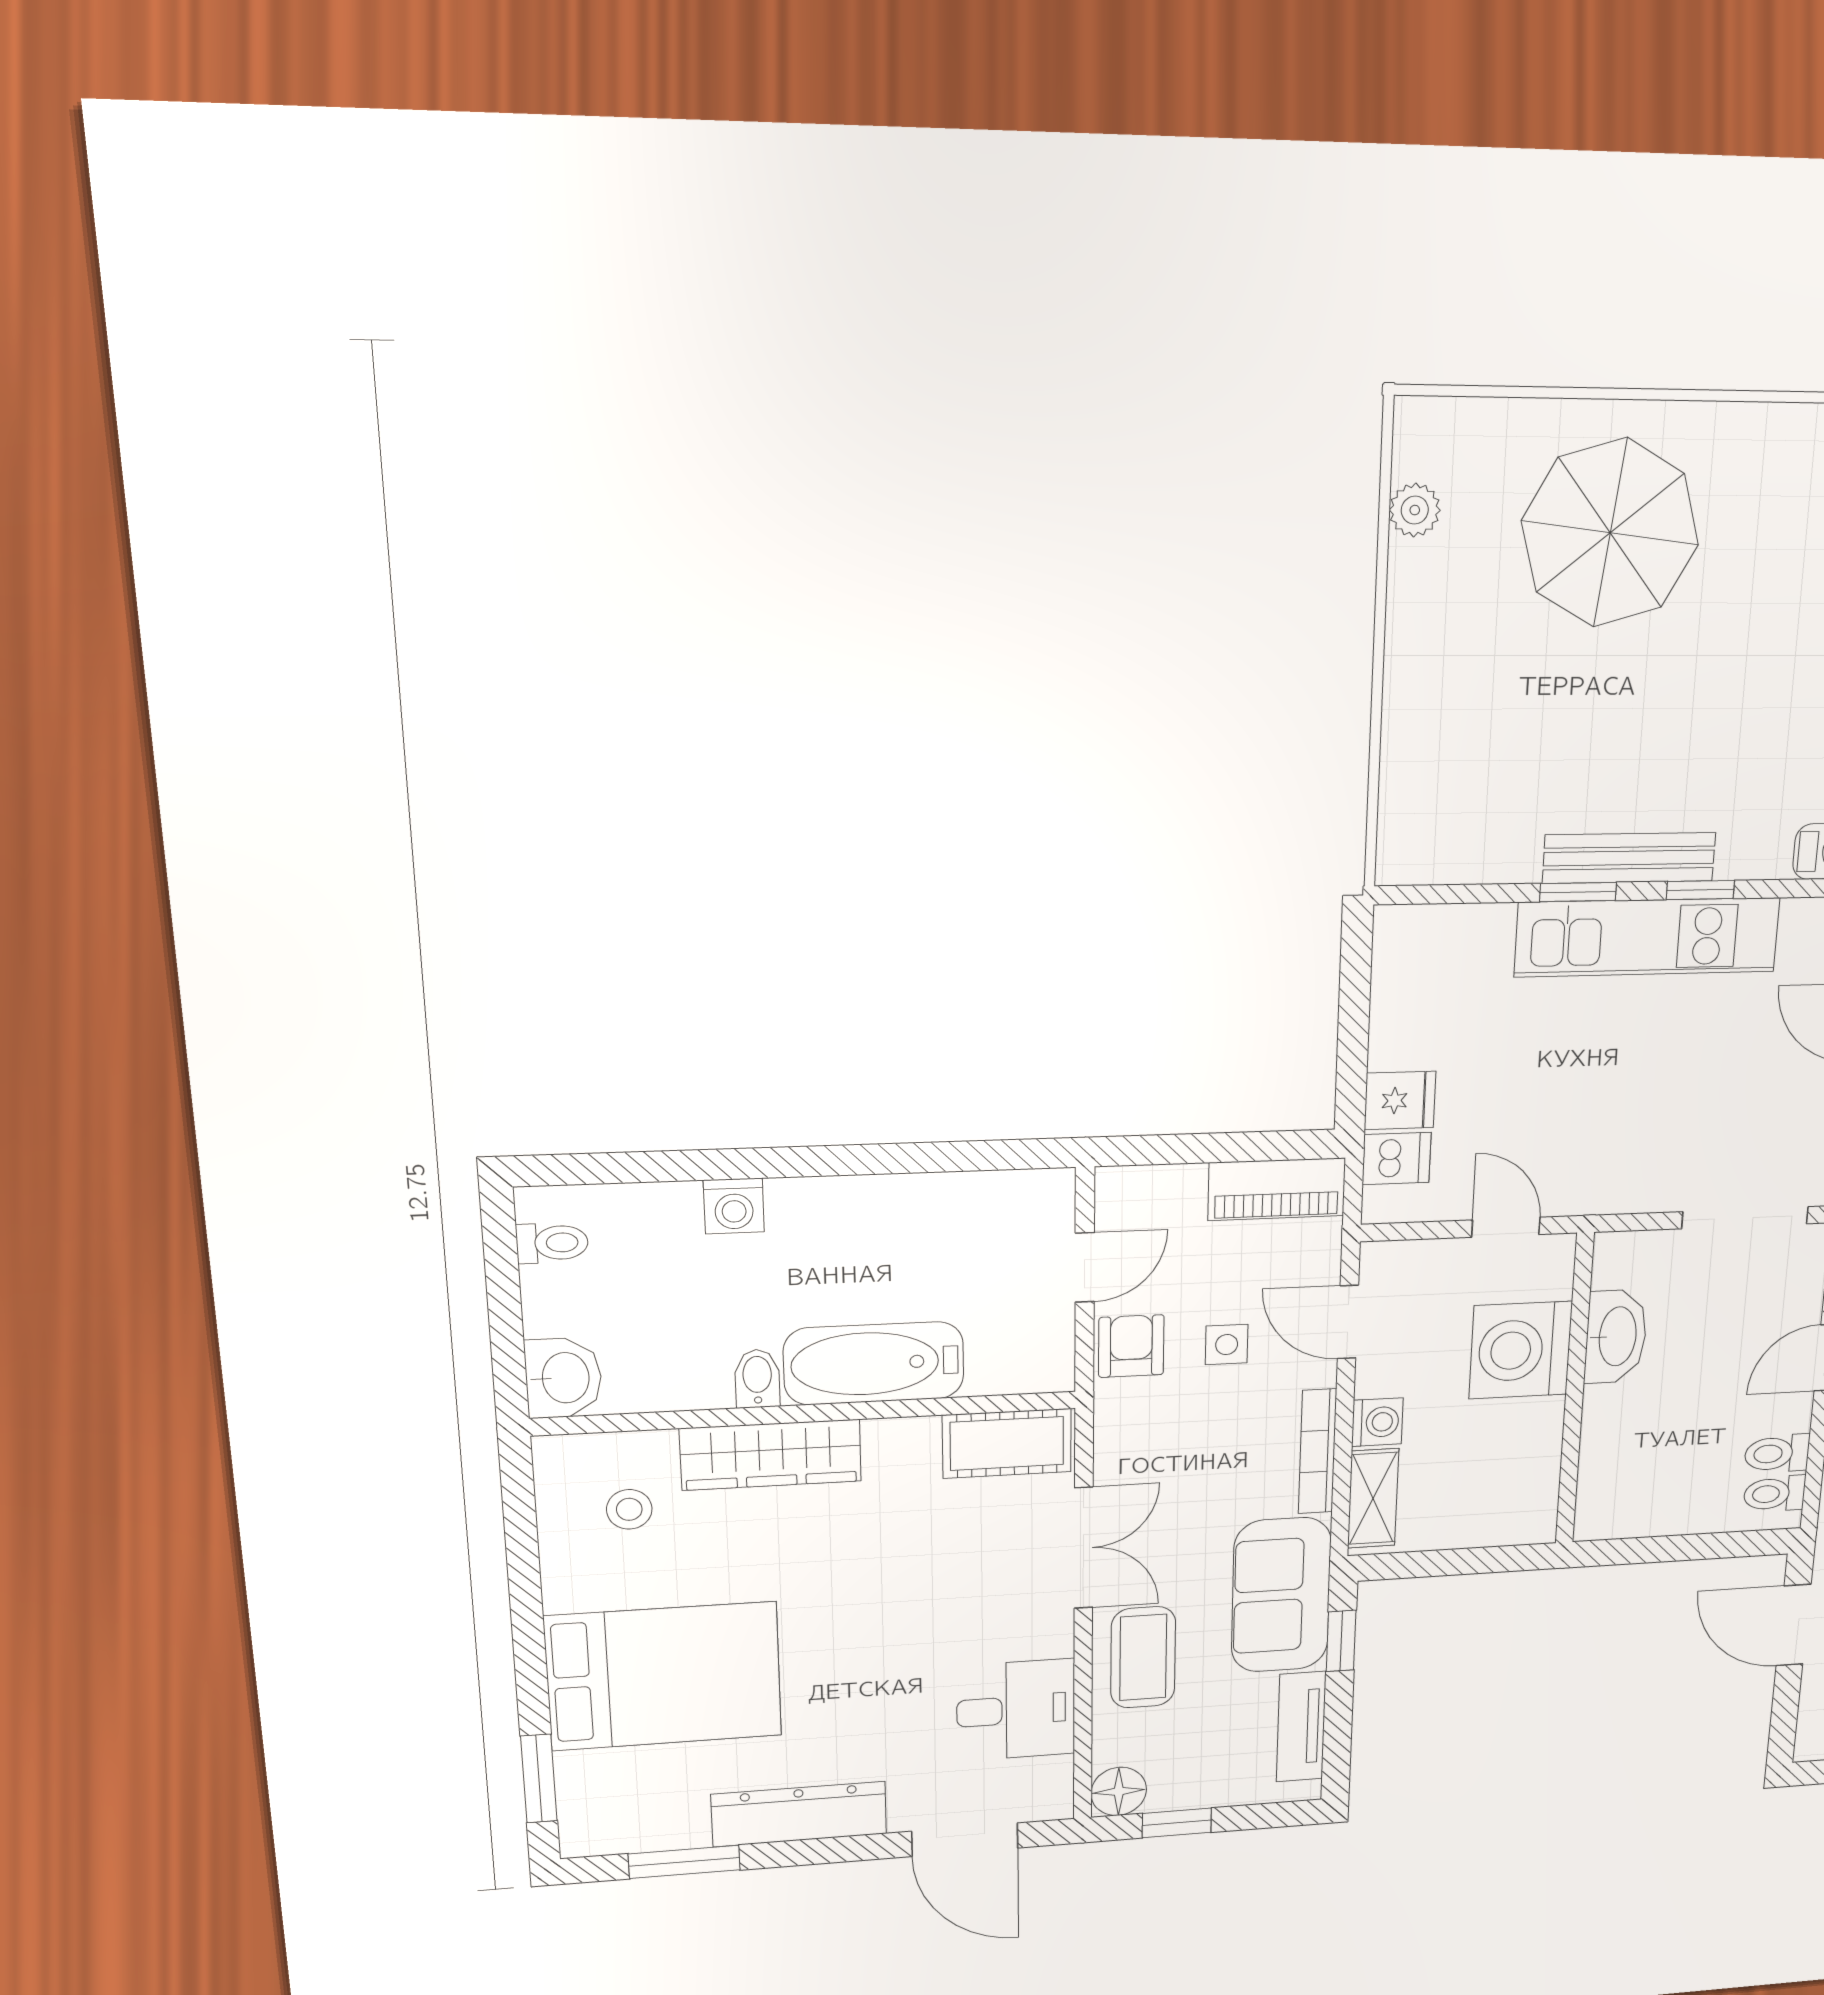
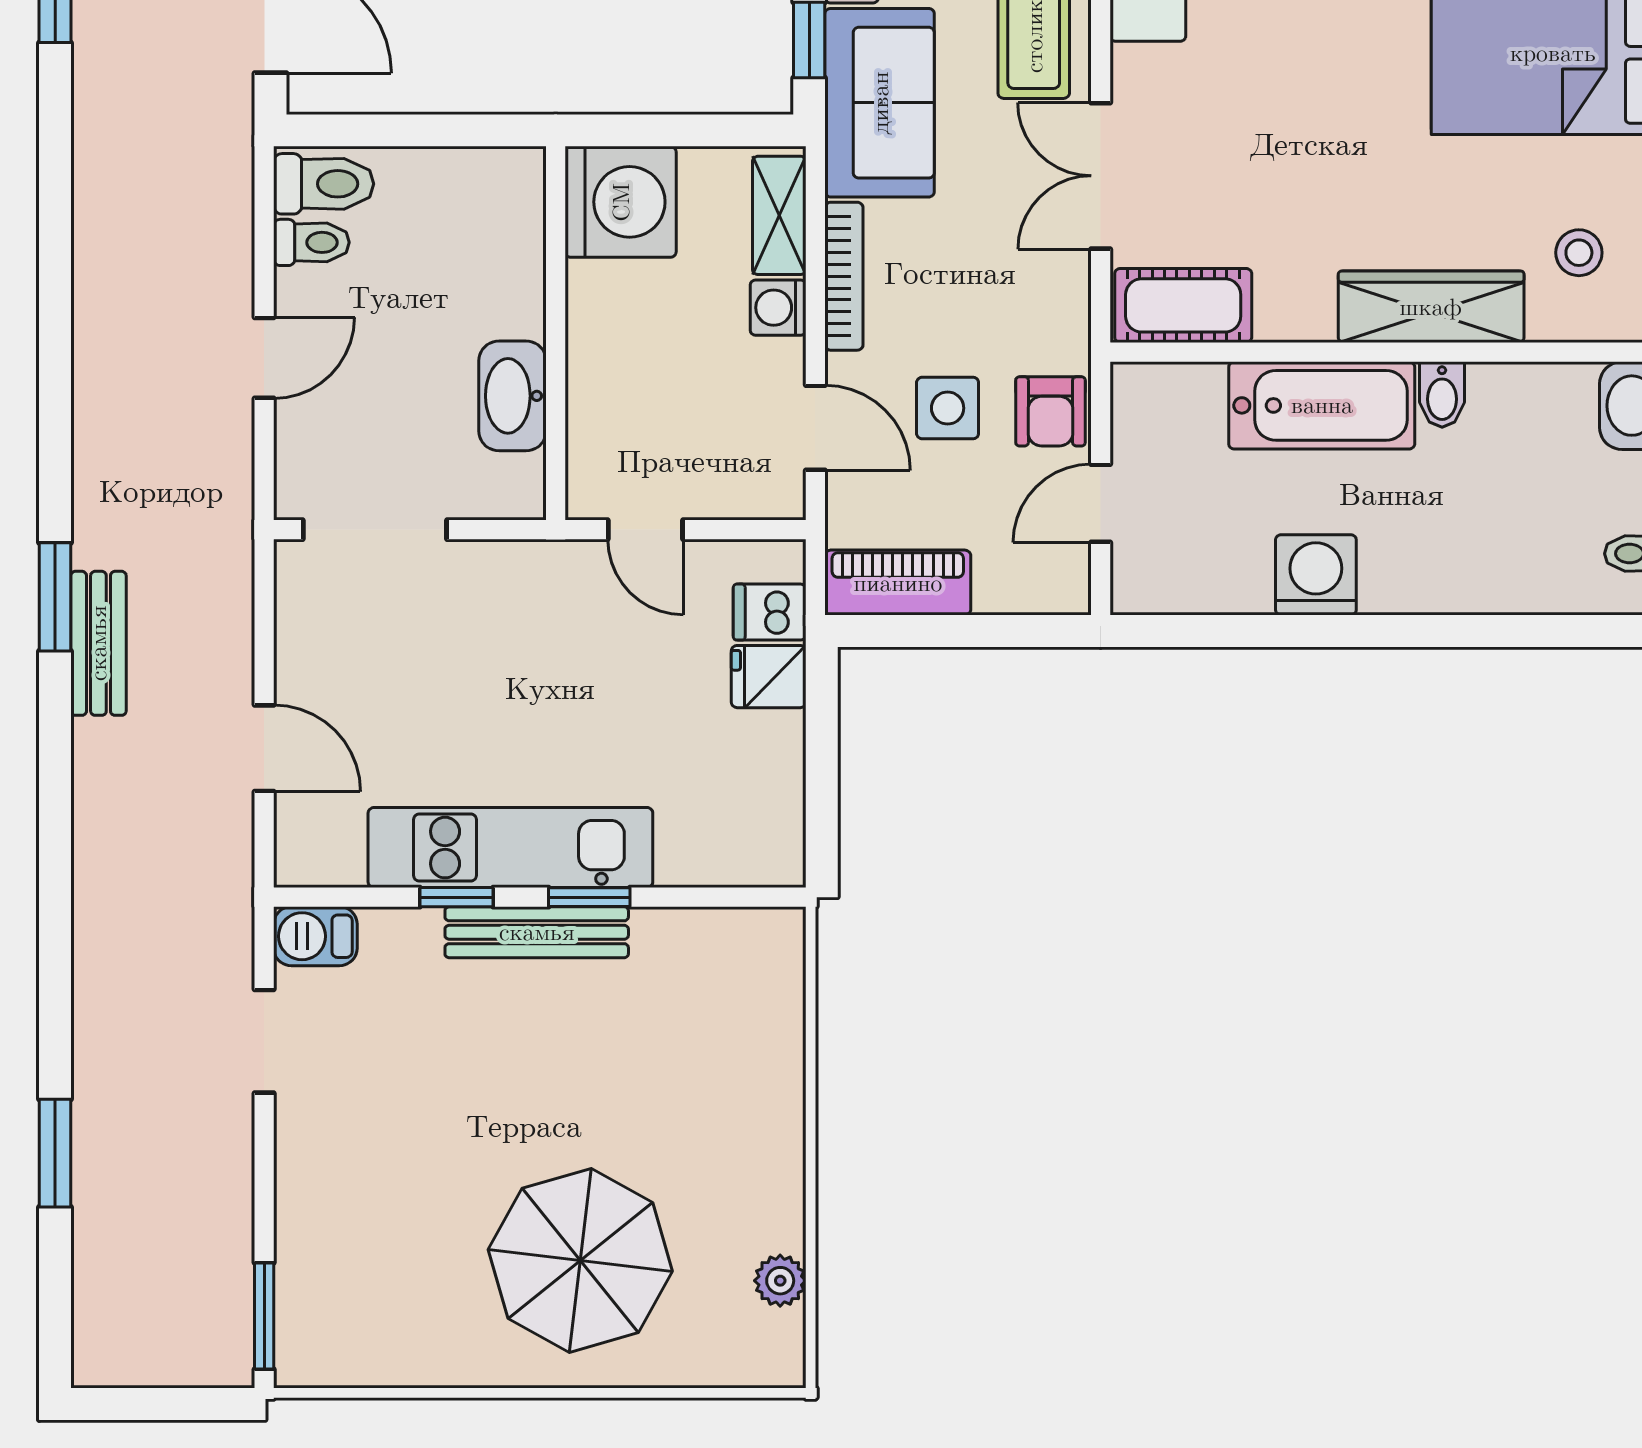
washing machine: (734, 1206) -> (1316, 575), moved, width x1.38, depth x1.38
side table: (1227, 1345) -> (948, 408), width x1.37, depth x1.37
washing machine: (1521, 1350) -> (621, 202), moved
toilet: (1774, 1494) -> (324, 184), width x1.37, depth x1.39

